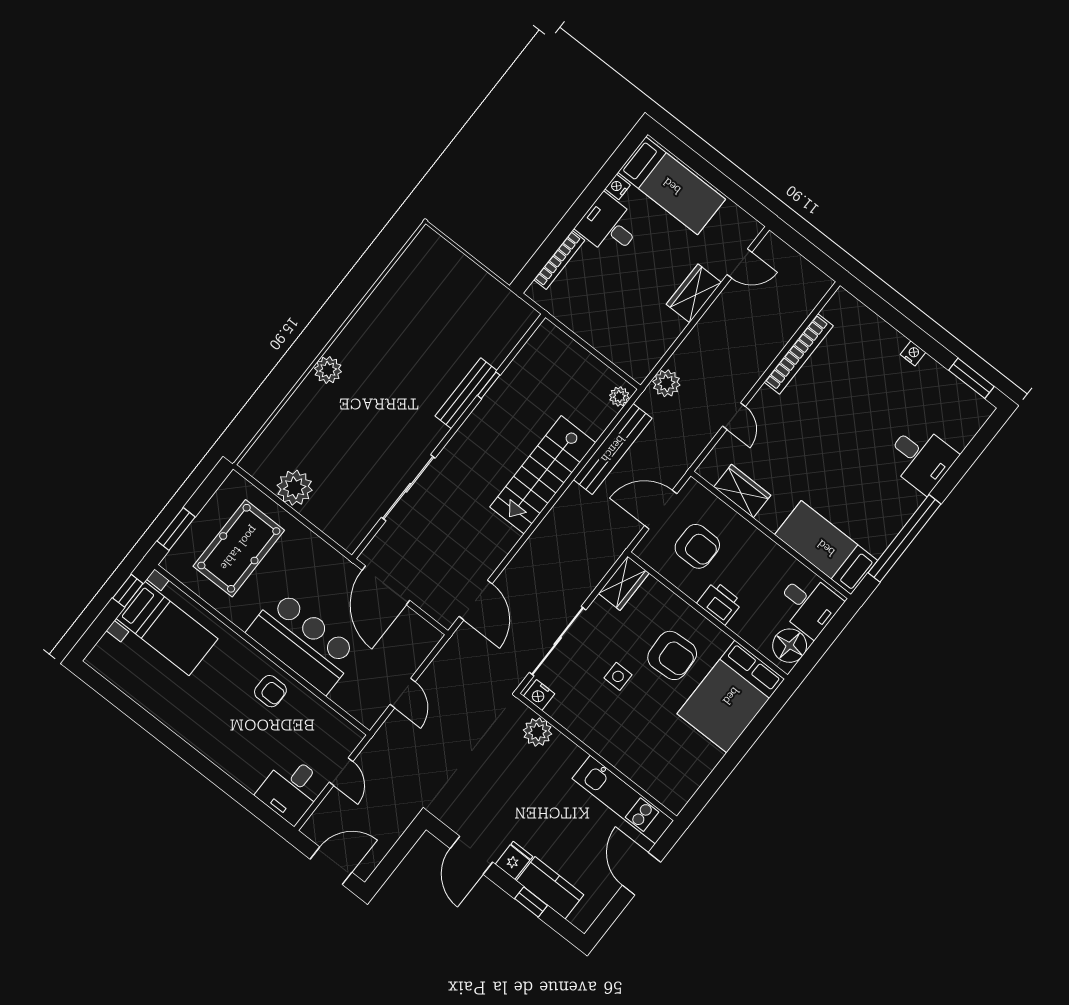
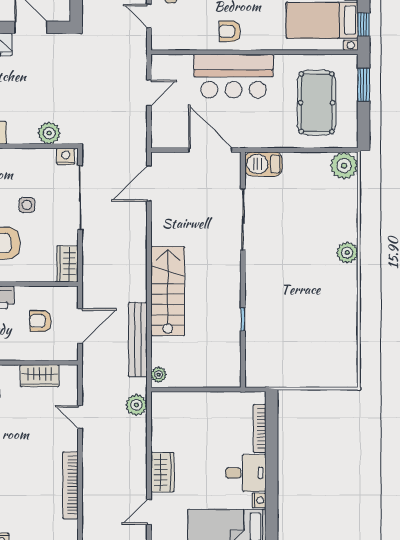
bench: (466, 393) -> (253, 304), removed
plant: (295, 488) -> (344, 166), moved
barbecue: (343, 528) -> (263, 164), added
armchair: (697, 546) -> (40, 321), width x0.72, depth x0.72
door: (476, 600) -> (149, 184), hinge flipped
door: (403, 693) -> (149, 93), swing flipped

